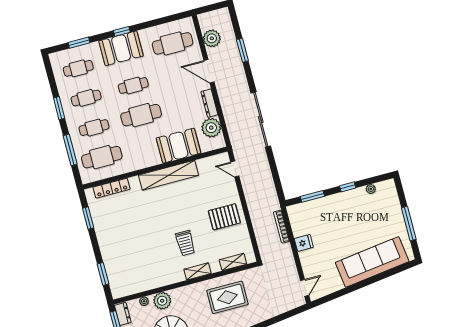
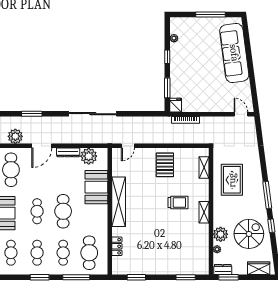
locker: (111, 188) -> (117, 246), width x0.66
fridge: (304, 243) -> (176, 105), moved
shelving: (197, 271) -> (204, 212), moved

